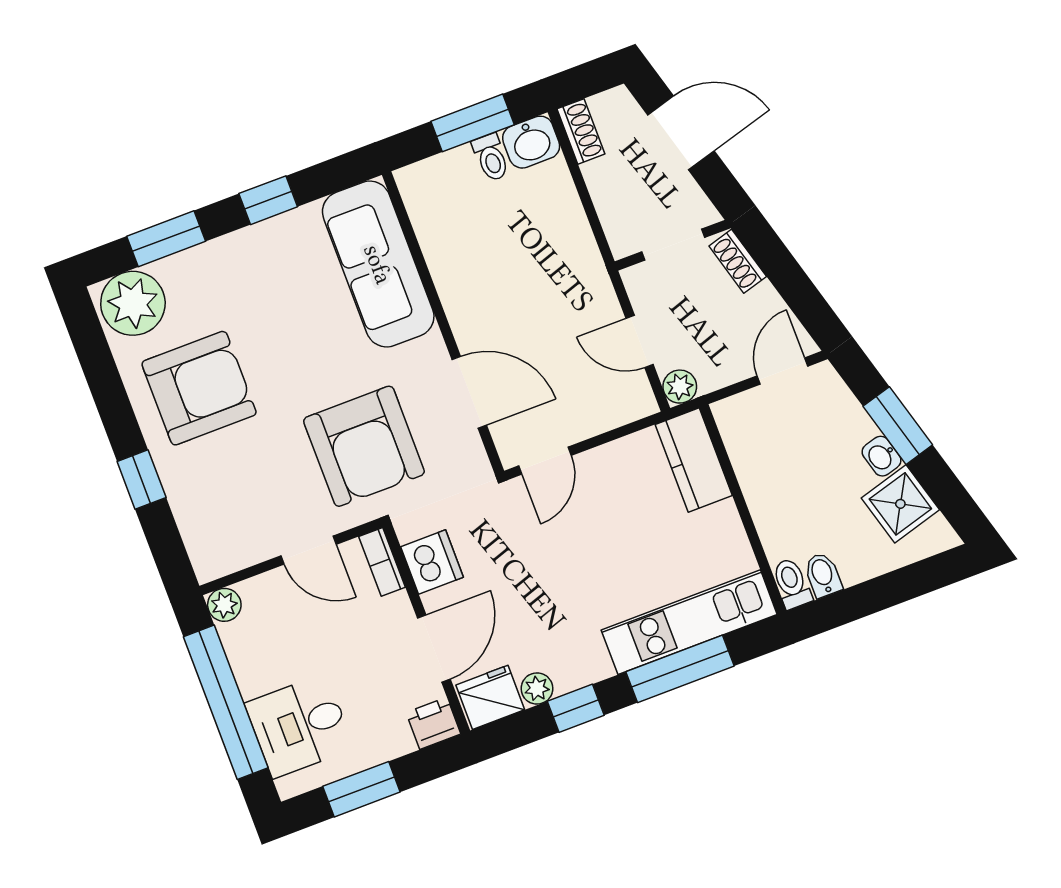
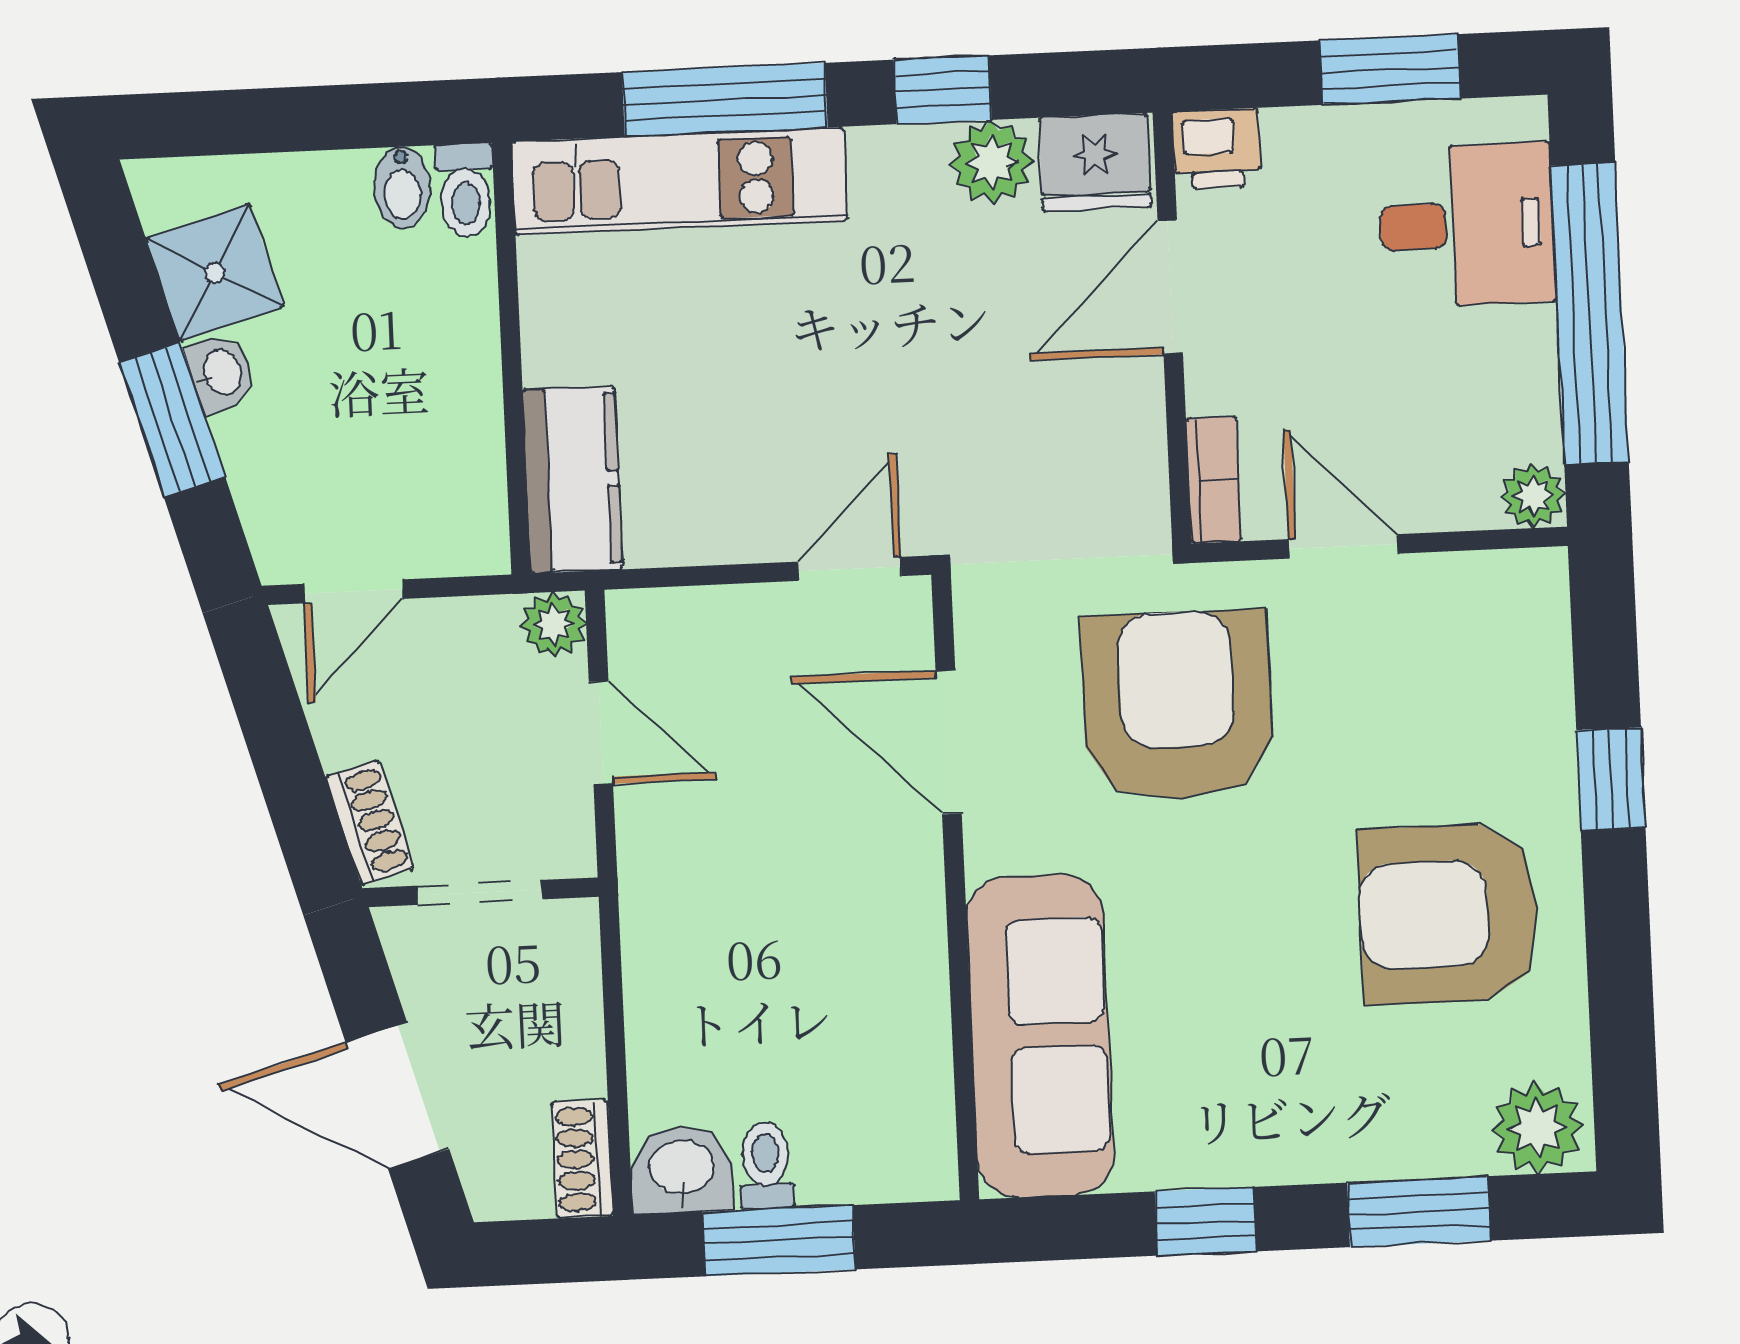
plant: (133, 303) -> (1537, 1128), width x0.73, depth x0.73
dishwasher: (432, 562) -> (1121, 449), removed
plant: (537, 689) -> (992, 162), width x1.38, depth x1.38

